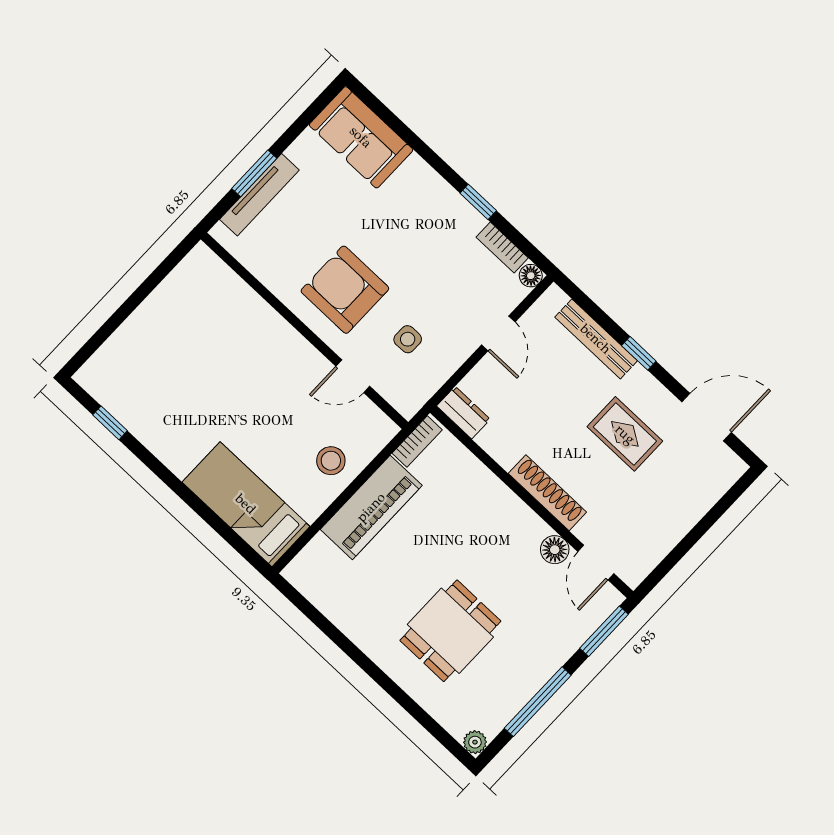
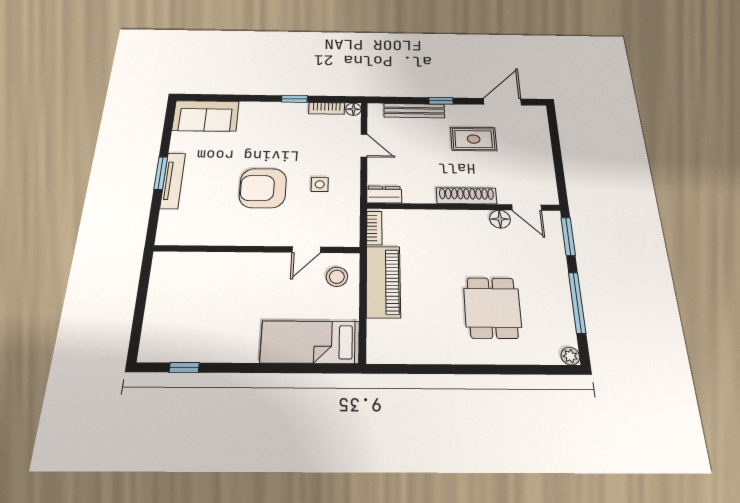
wall: (304, 331) -> (257, 249), moved
door: (353, 376) -> (306, 250), moved

